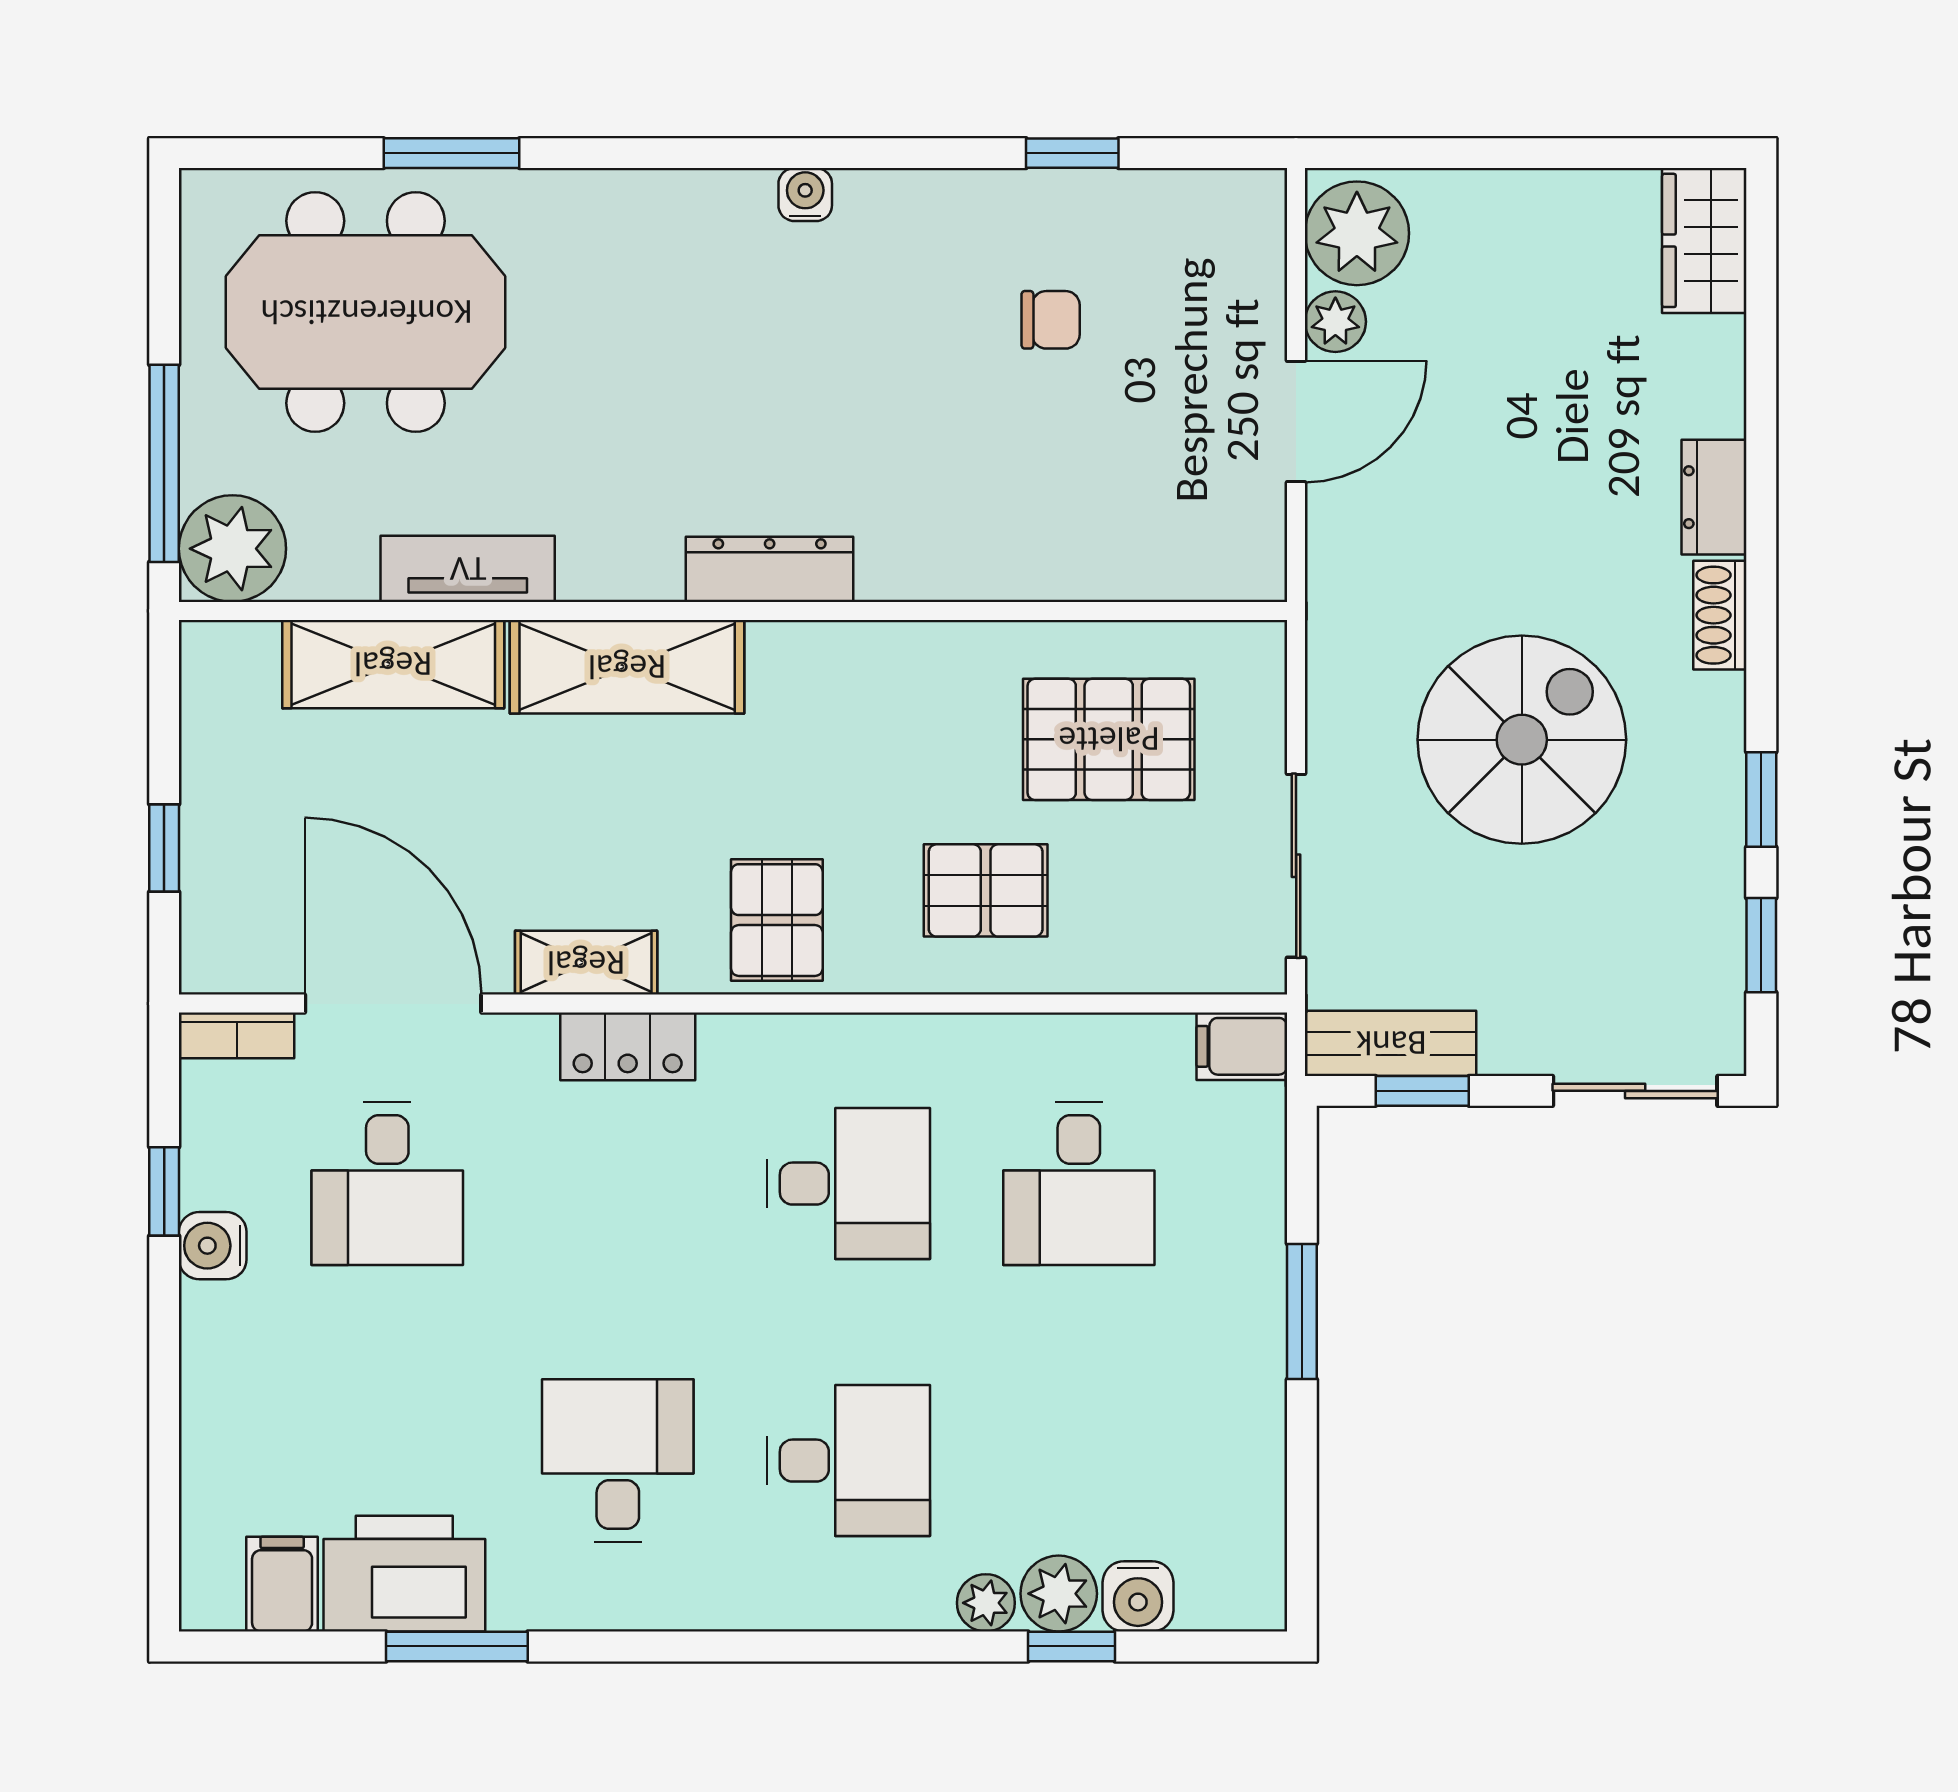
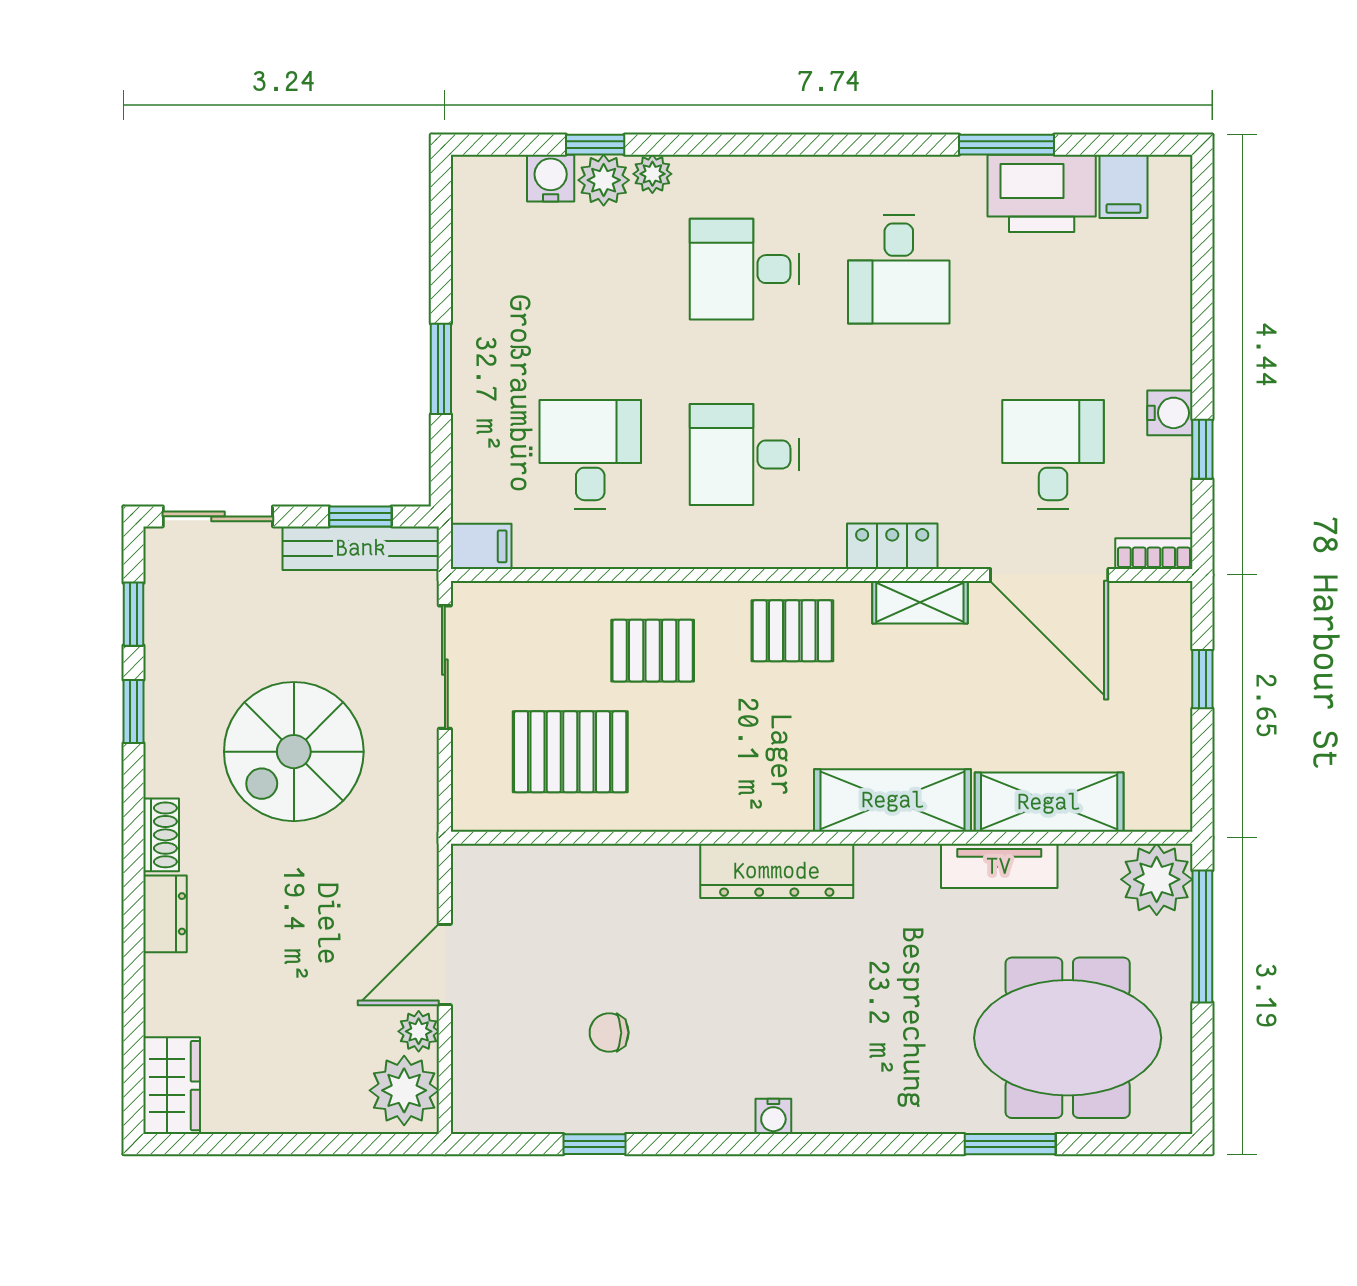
dresser: (770, 569) -> (777, 871), width x1.37, depth x1.24
pallet: (777, 920) -> (792, 631), turned 90
bench: (1391, 1043) -> (361, 548), width x1.36

